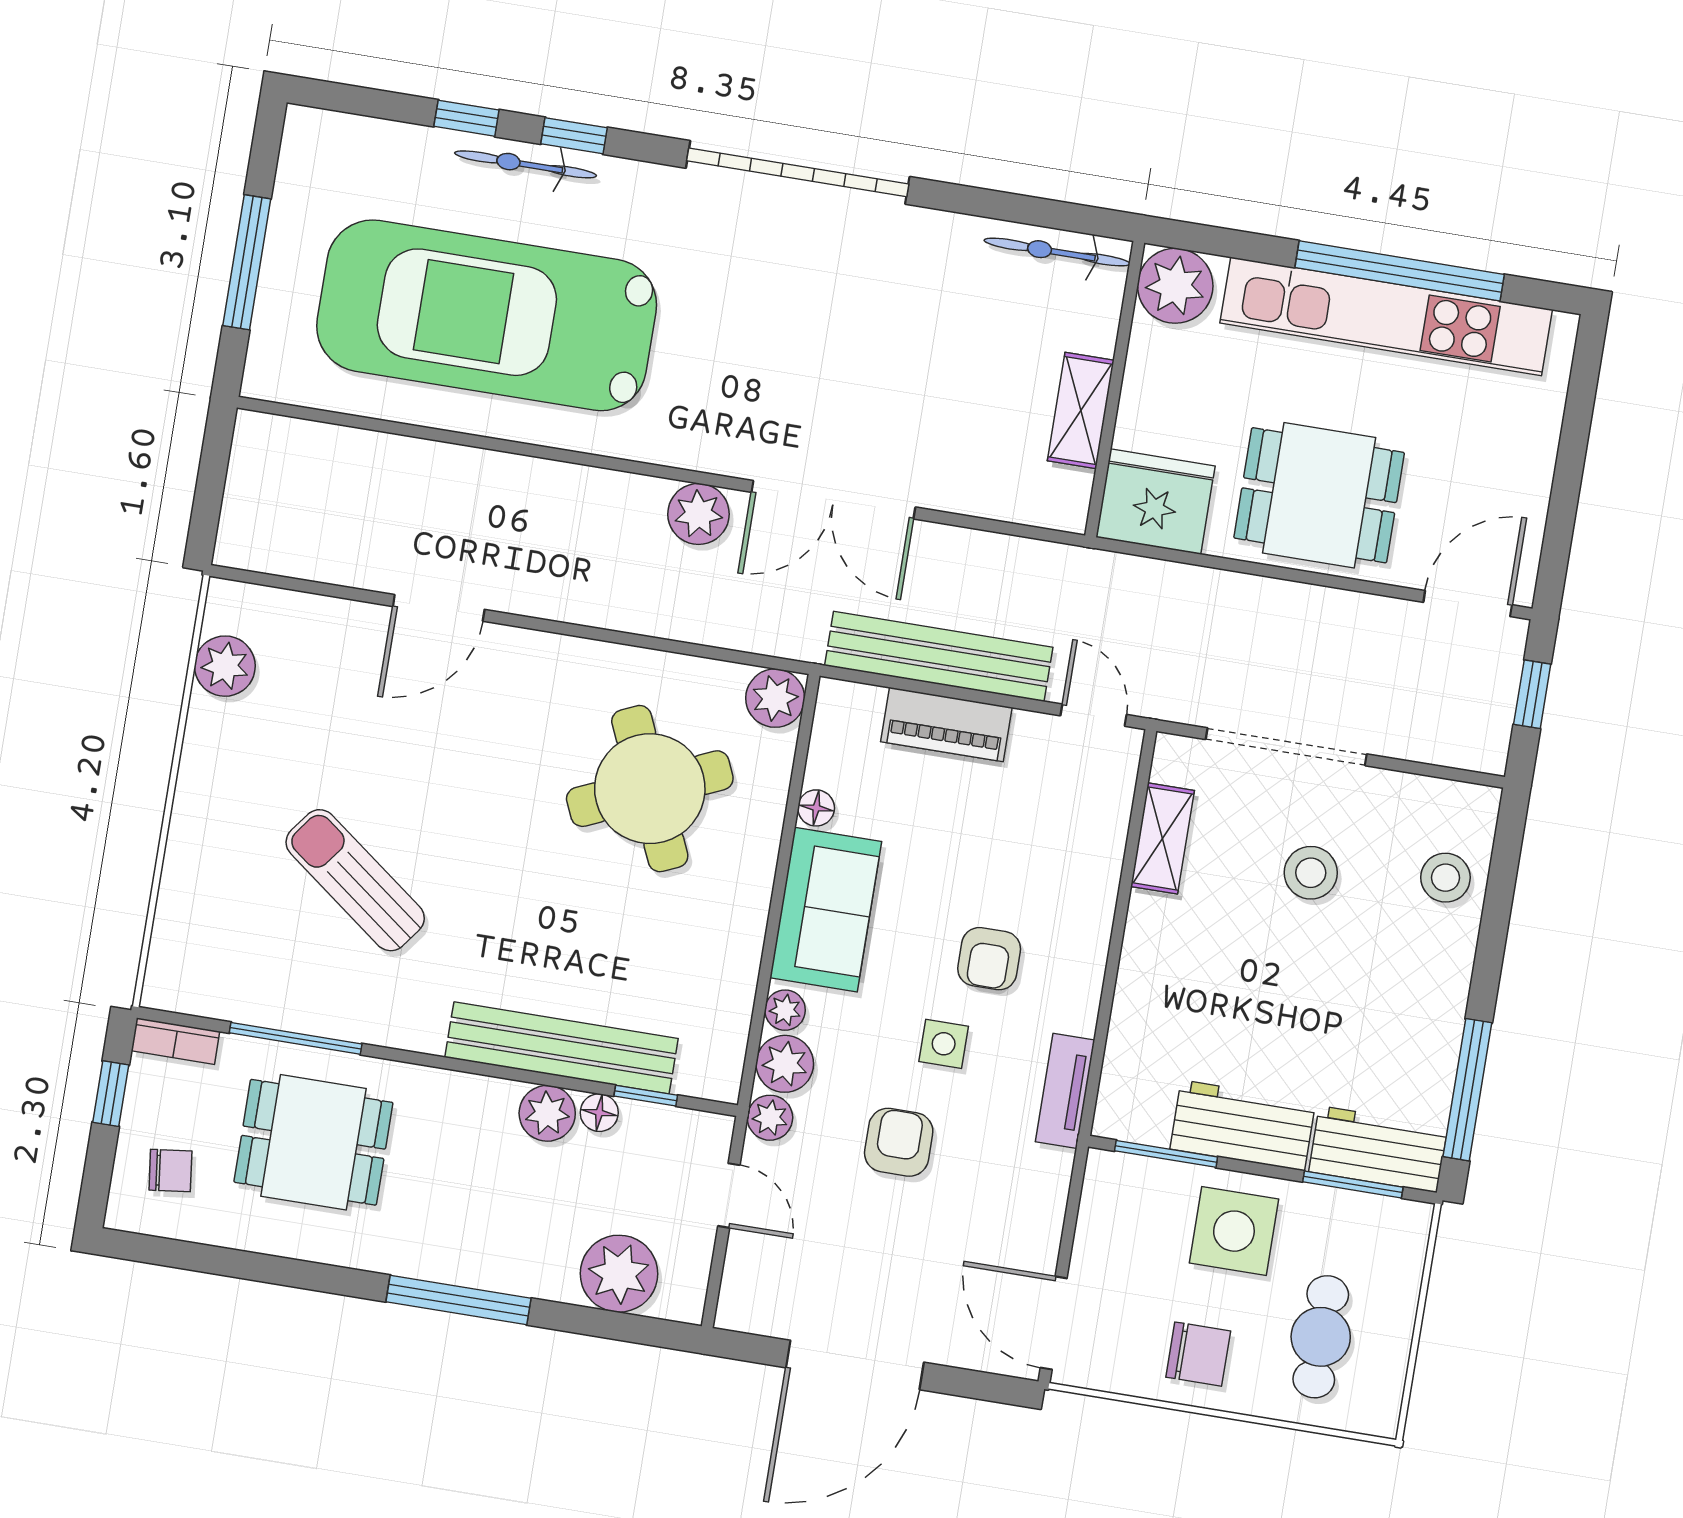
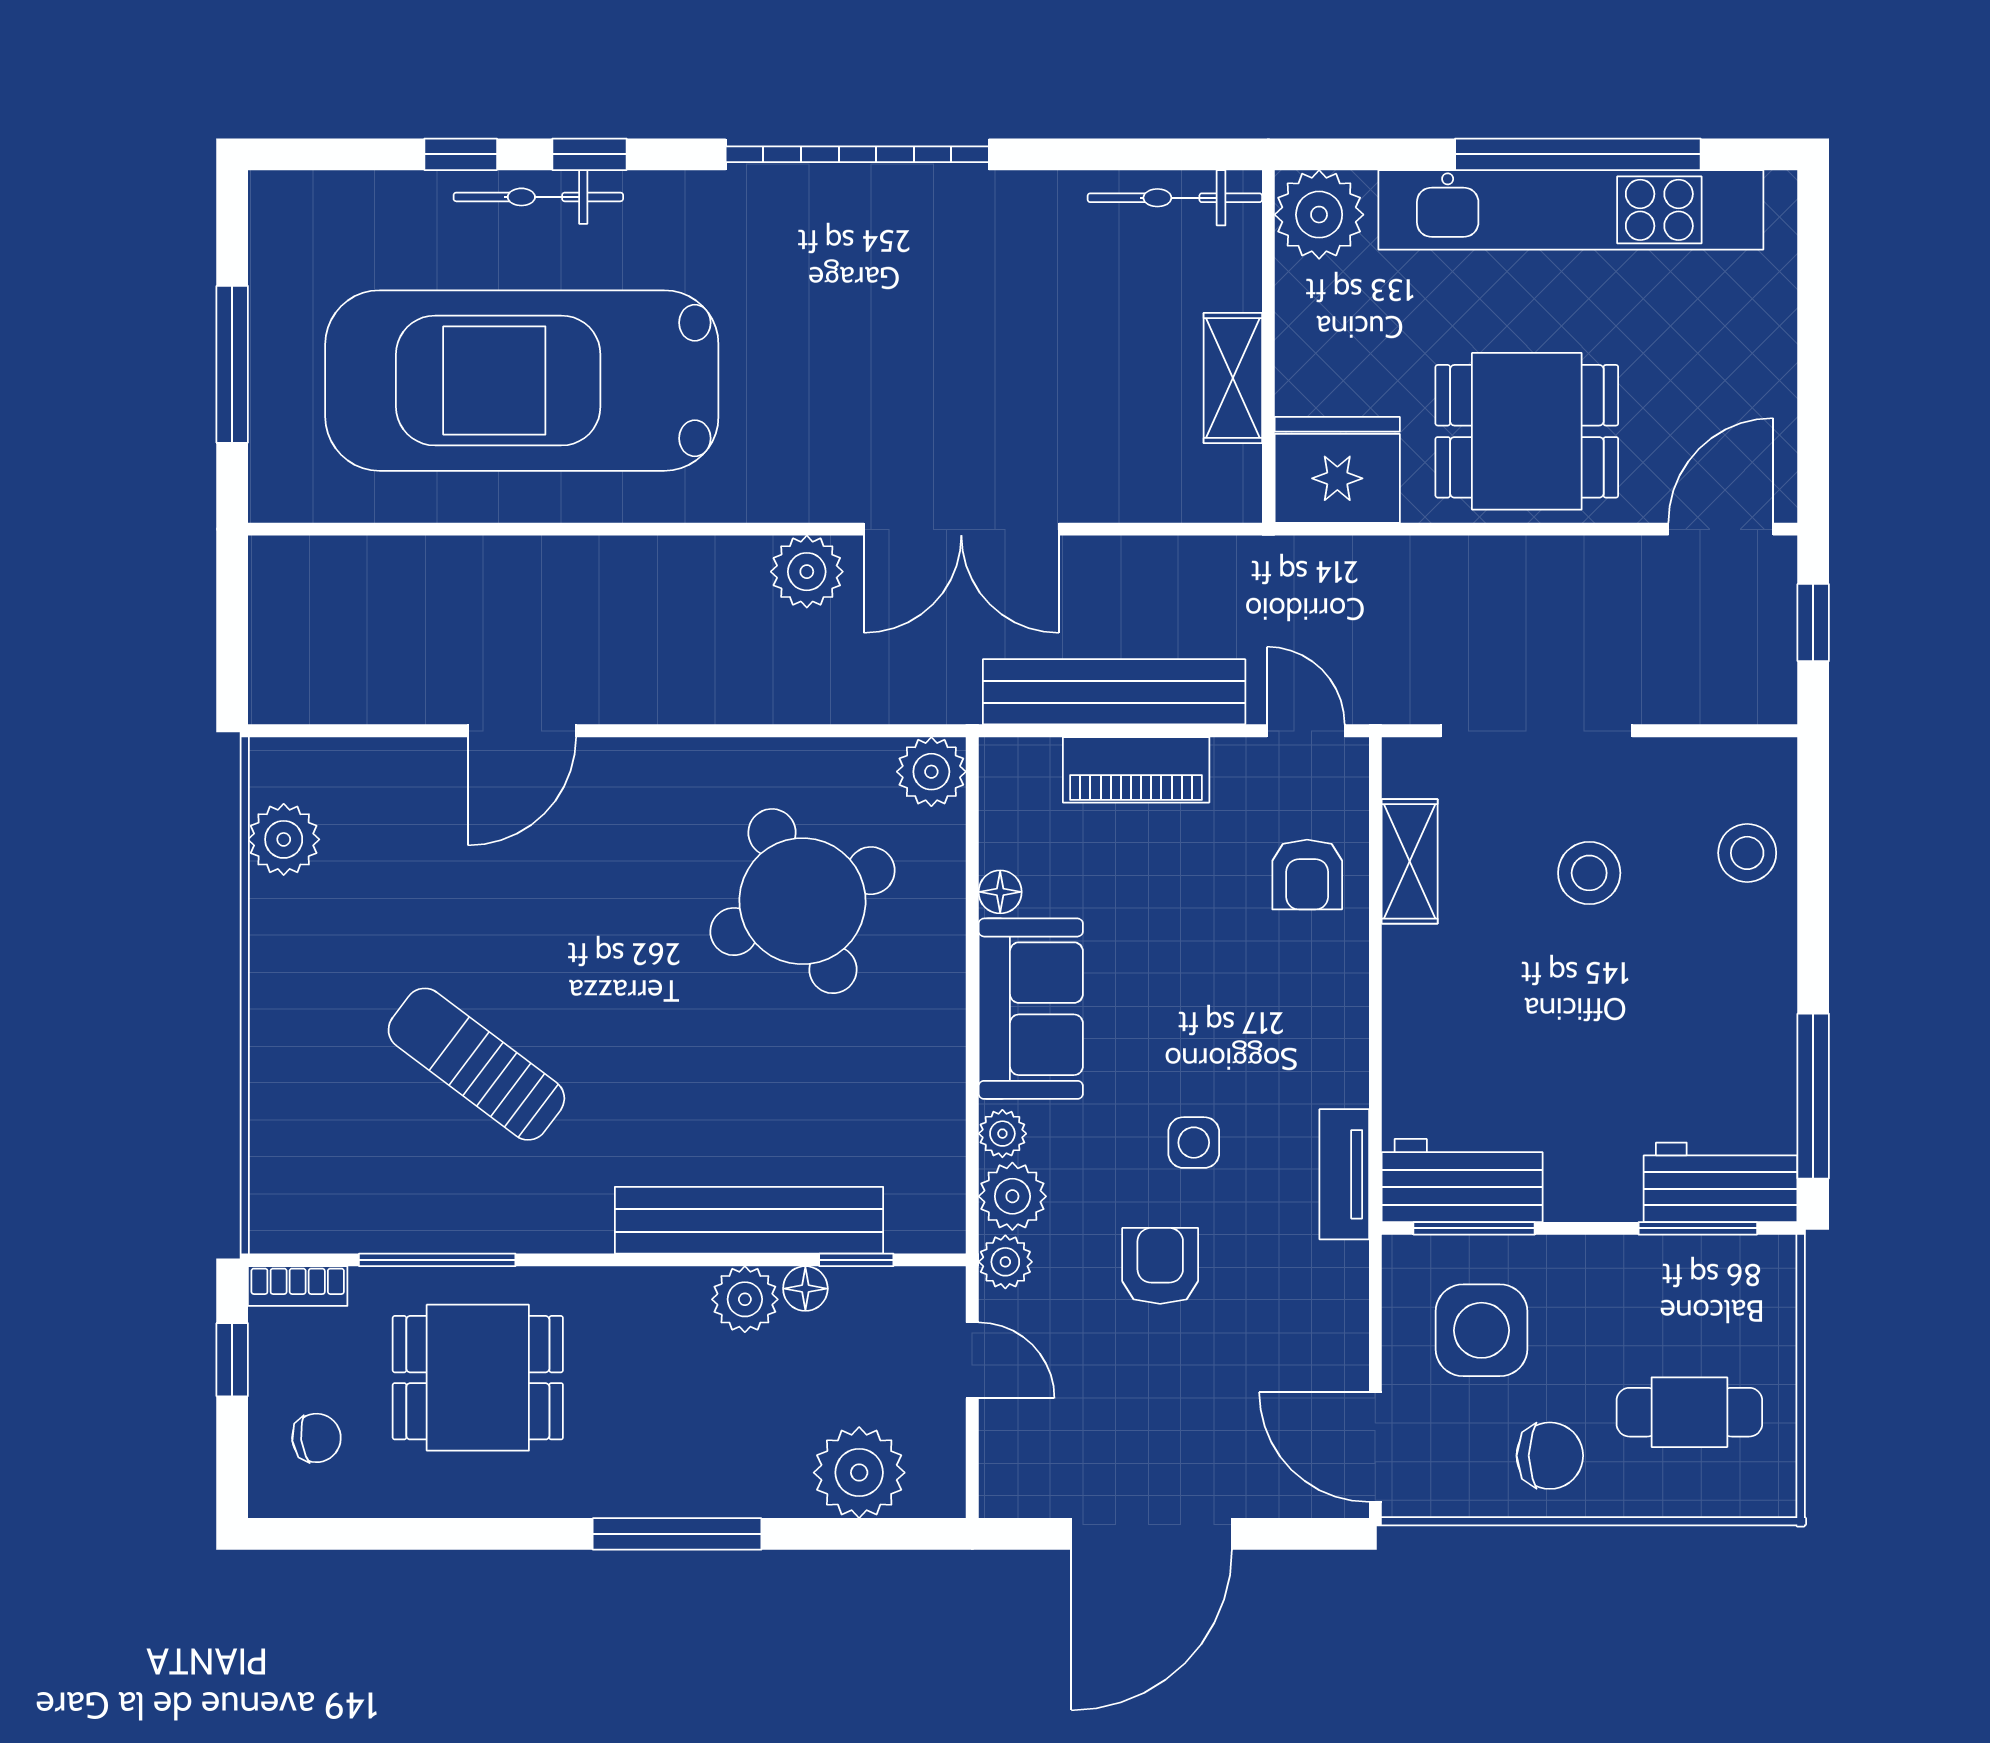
armchair: (989, 959) -> (1307, 875), moved
workbench: (1243, 1125) -> (1462, 1181), moved
side table: (1234, 1231) -> (1481, 1330), moved
cafe table: (1321, 1337) -> (1689, 1412), turned 90

